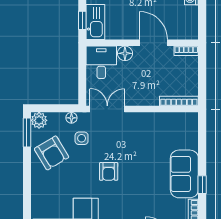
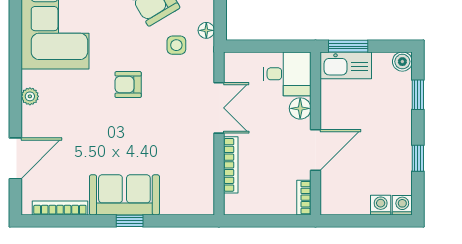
window: (82, 20) -> (348, 46), width x1.50
bookcase: (179, 101) -> (231, 165), moved
double door: (107, 109) -> (219, 108), moved
window: (202, 185) -> (130, 221), moved

